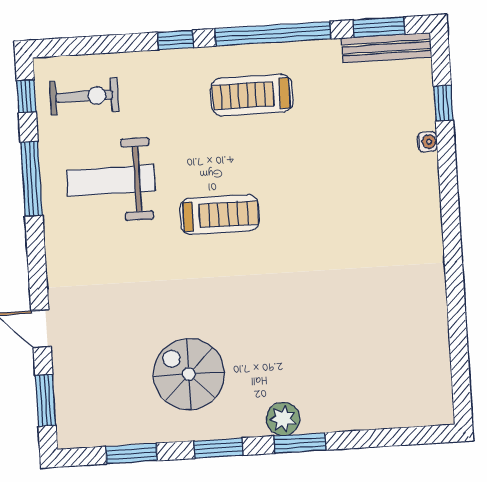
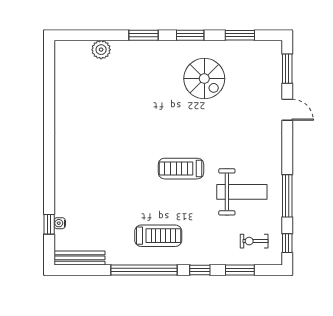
window: (379, 27) -> (240, 270), moved
exercise bike: (84, 96) -> (254, 241), width x0.73, depth x0.72
water cooler: (427, 142) -> (60, 223), moved
plant: (283, 419) -> (101, 50), moved

